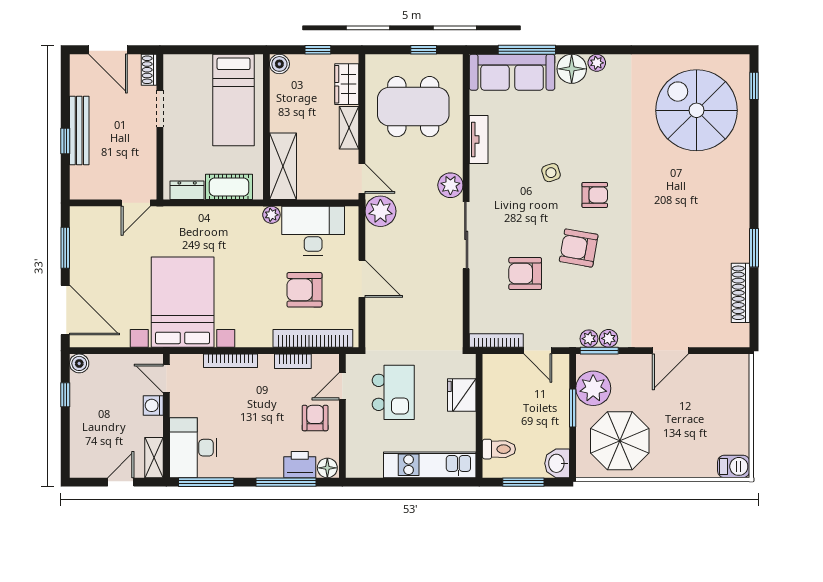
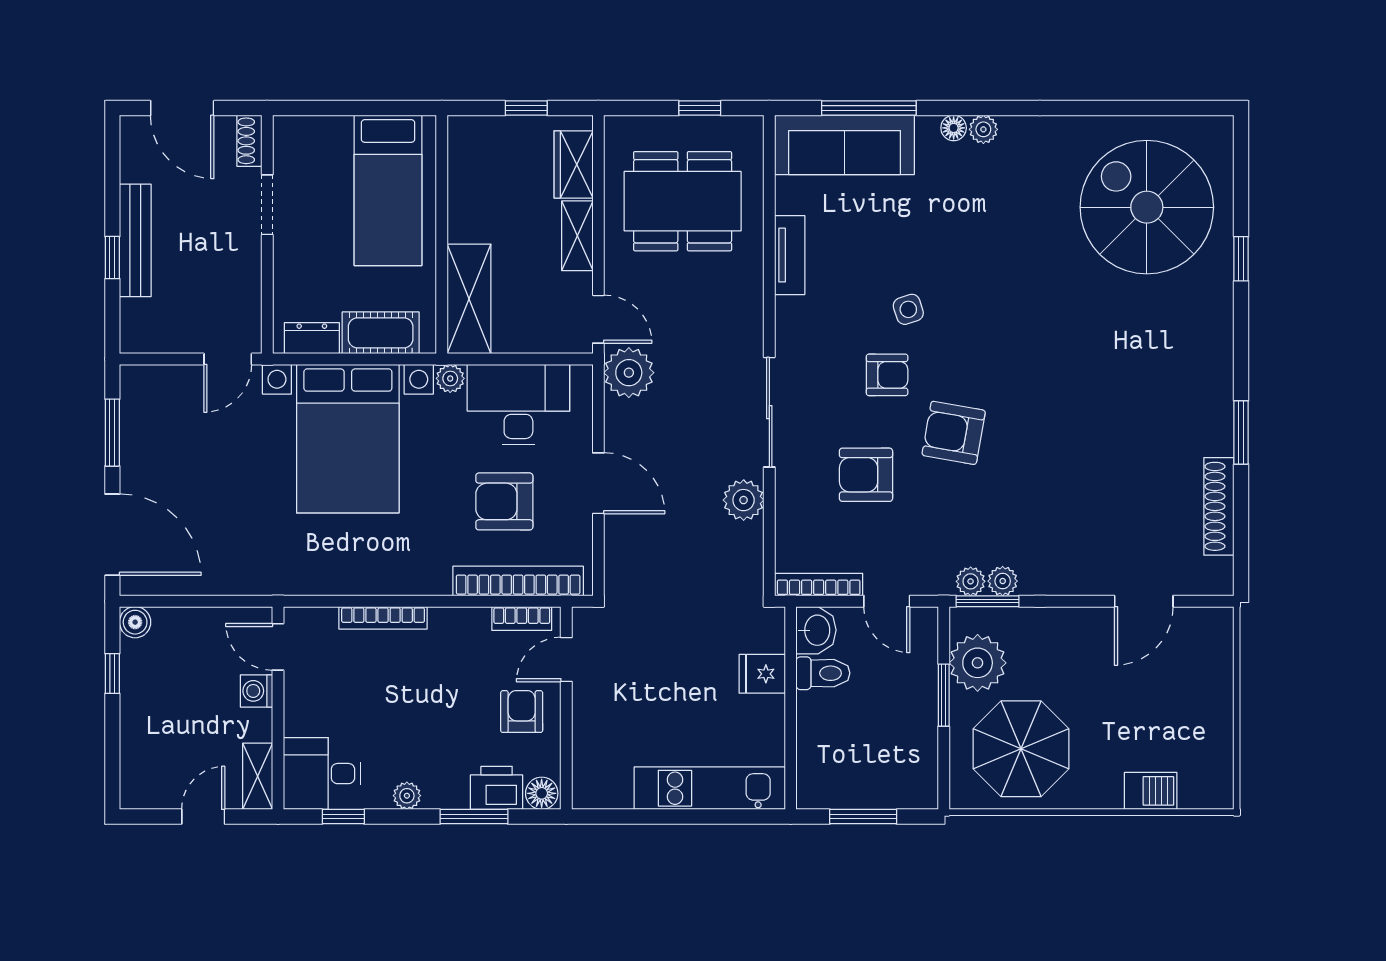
boiler: (279, 64) -> (463, 131), removed
floor lamp: (572, 69) -> (954, 128), width x0.53, depth x0.53
window: (754, 86) -> (1241, 259), moved
plant: (450, 185) -> (744, 500), moved
armchair: (595, 195) -> (887, 375), moved
bed with nightstands: (183, 302) -> (348, 439), moved, turned 180
door: (670, 351) -> (1144, 601), moved
bookcase: (293, 361) -> (522, 618), moved
kitchen island: (393, 392) -> (650, 669), removed
fridge: (462, 395) -> (762, 674), width x0.72
desk: (193, 448) -> (322, 774), width x0.73
toilet: (499, 449) -> (823, 673), moved
washbasin: (557, 463) -> (816, 630), moved, turned 180
barbecue: (734, 466) -> (1151, 791), moved
plant: (245, 469) -> (407, 796), added
window: (206, 482) -> (343, 817), width x0.46
window: (286, 482) -> (474, 817), width x0.69

